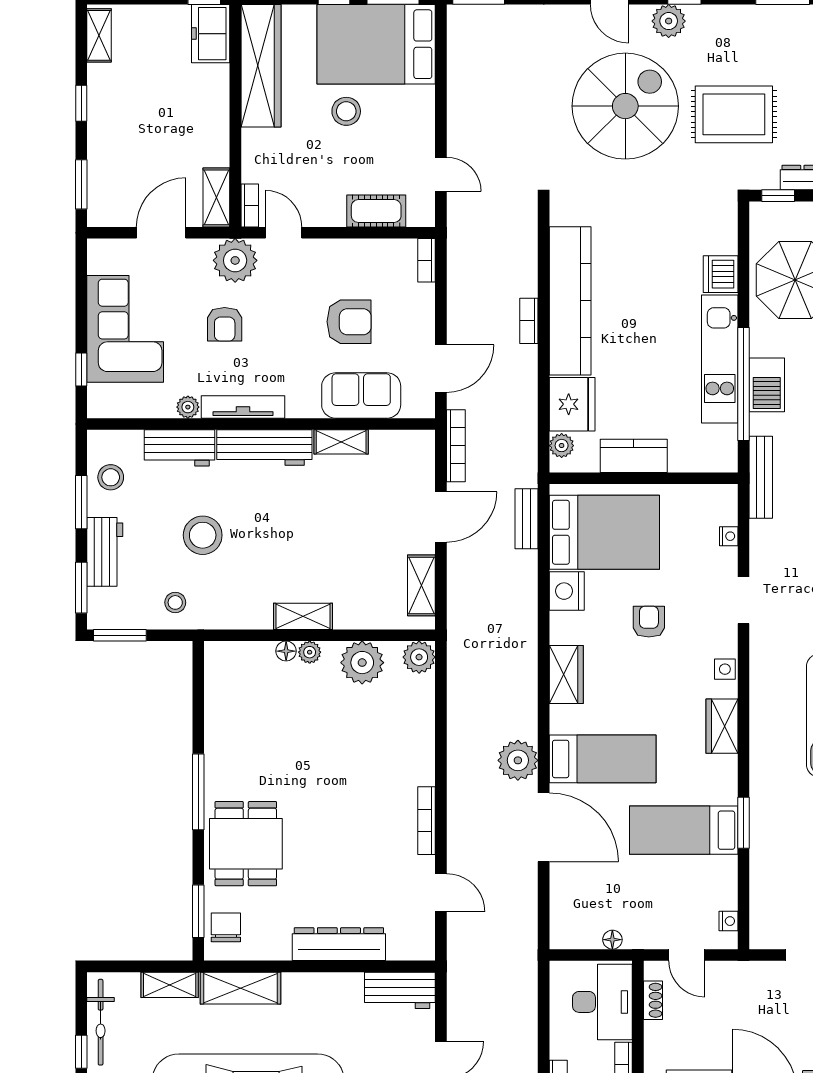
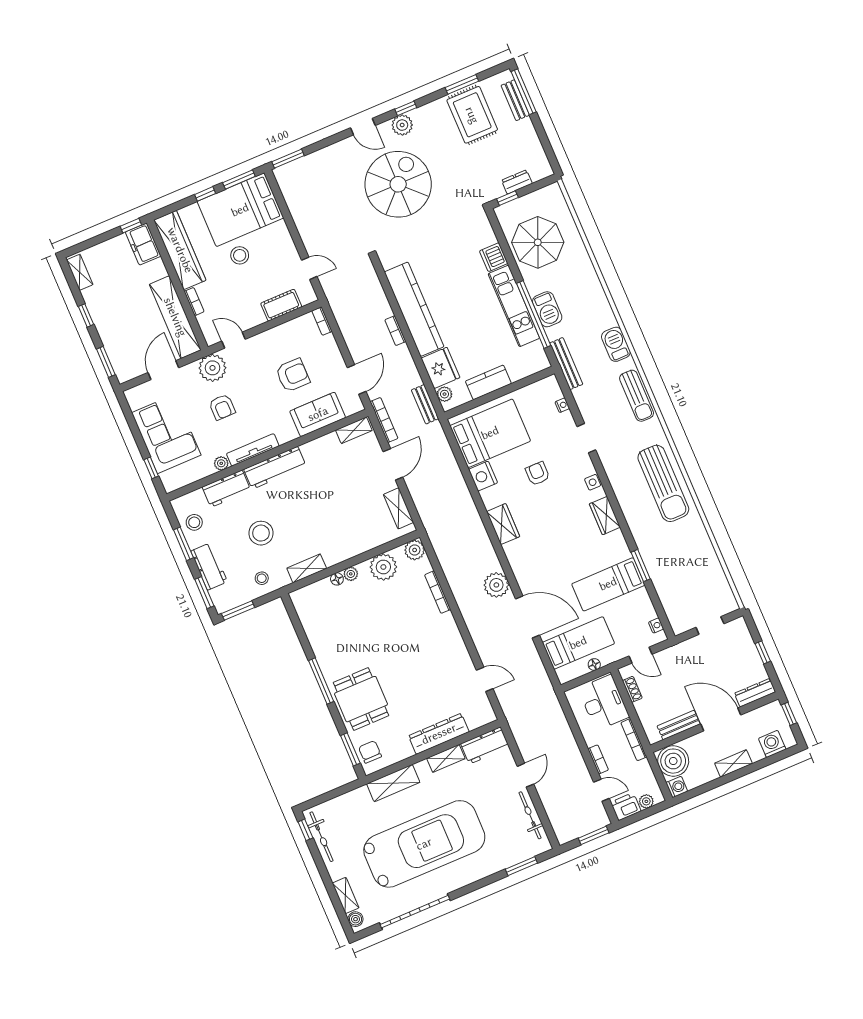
rug: (734, 114) -> (472, 115), moved, turned 90
shelving: (216, 197) -> (175, 317), width x2.20, depth x1.33
bookcase: (250, 205) -> (194, 302), moved
shelving: (341, 442) -> (354, 430), moved
bench: (527, 519) -> (425, 404), moved
shelving: (303, 616) -> (307, 568), moved
bed: (603, 759) -> (578, 643), moved
bookcase: (427, 821) -> (438, 592), moved
shelving: (170, 985) -> (446, 758), moved
window: (81, 1052) -> (305, 830), moved

